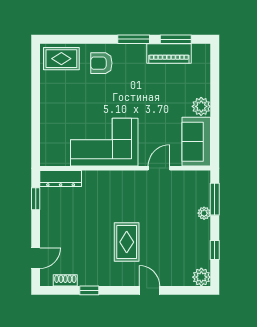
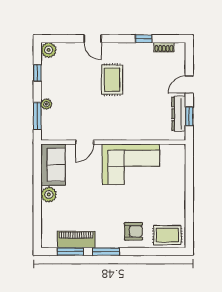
dresser: (61, 178) -> (179, 114), moved, turned -90
door: (36, 258) -> (189, 85), moved

